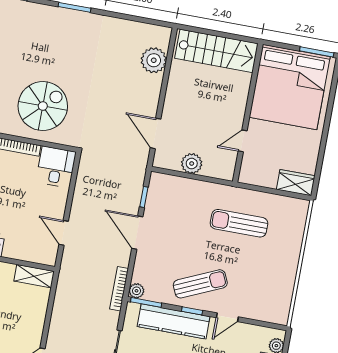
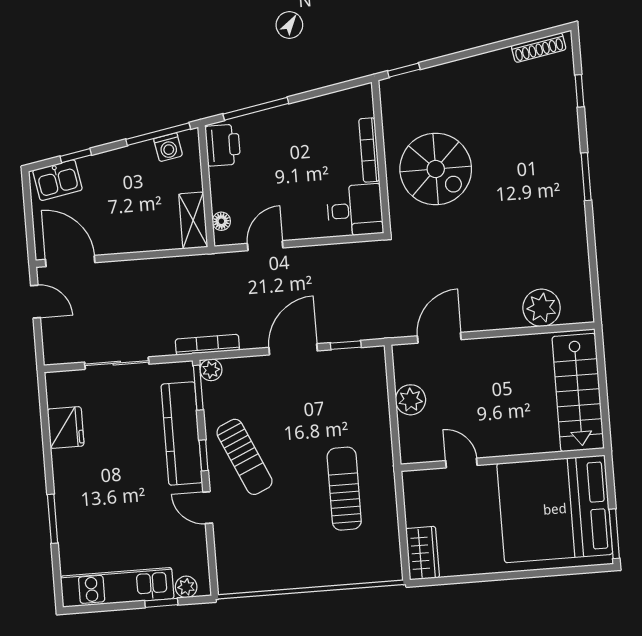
floor lamp: (40, 258) -> (221, 221), added

